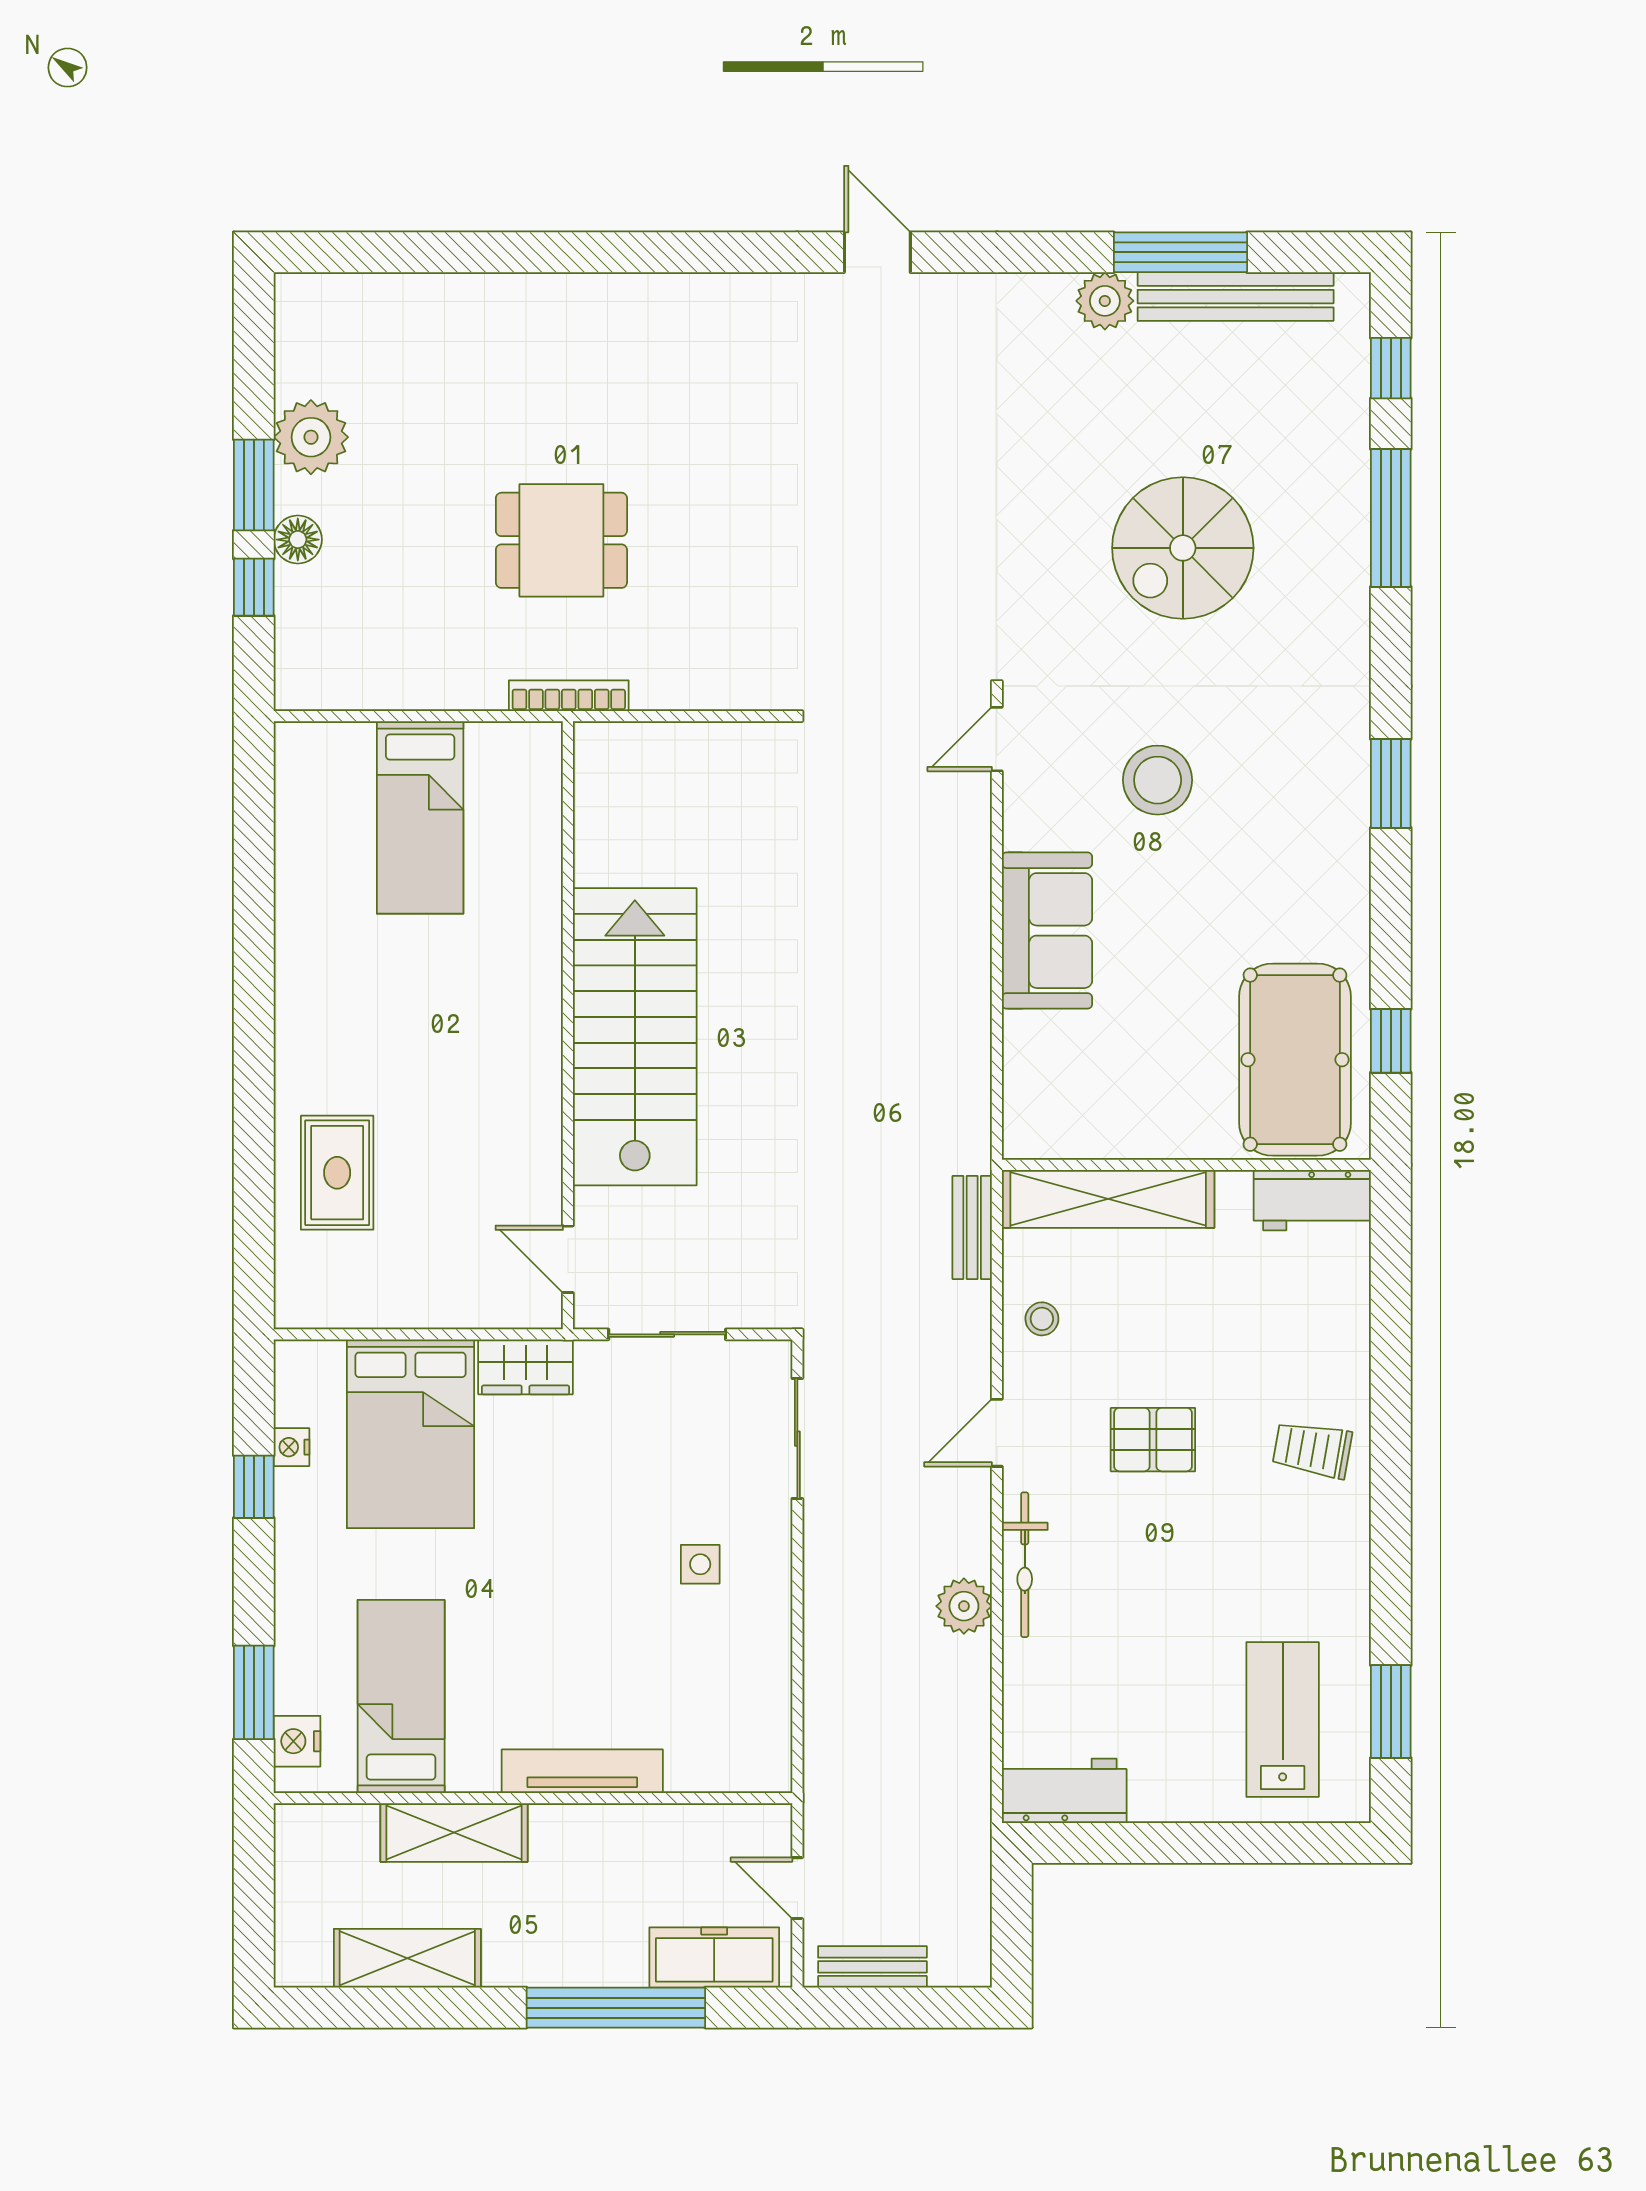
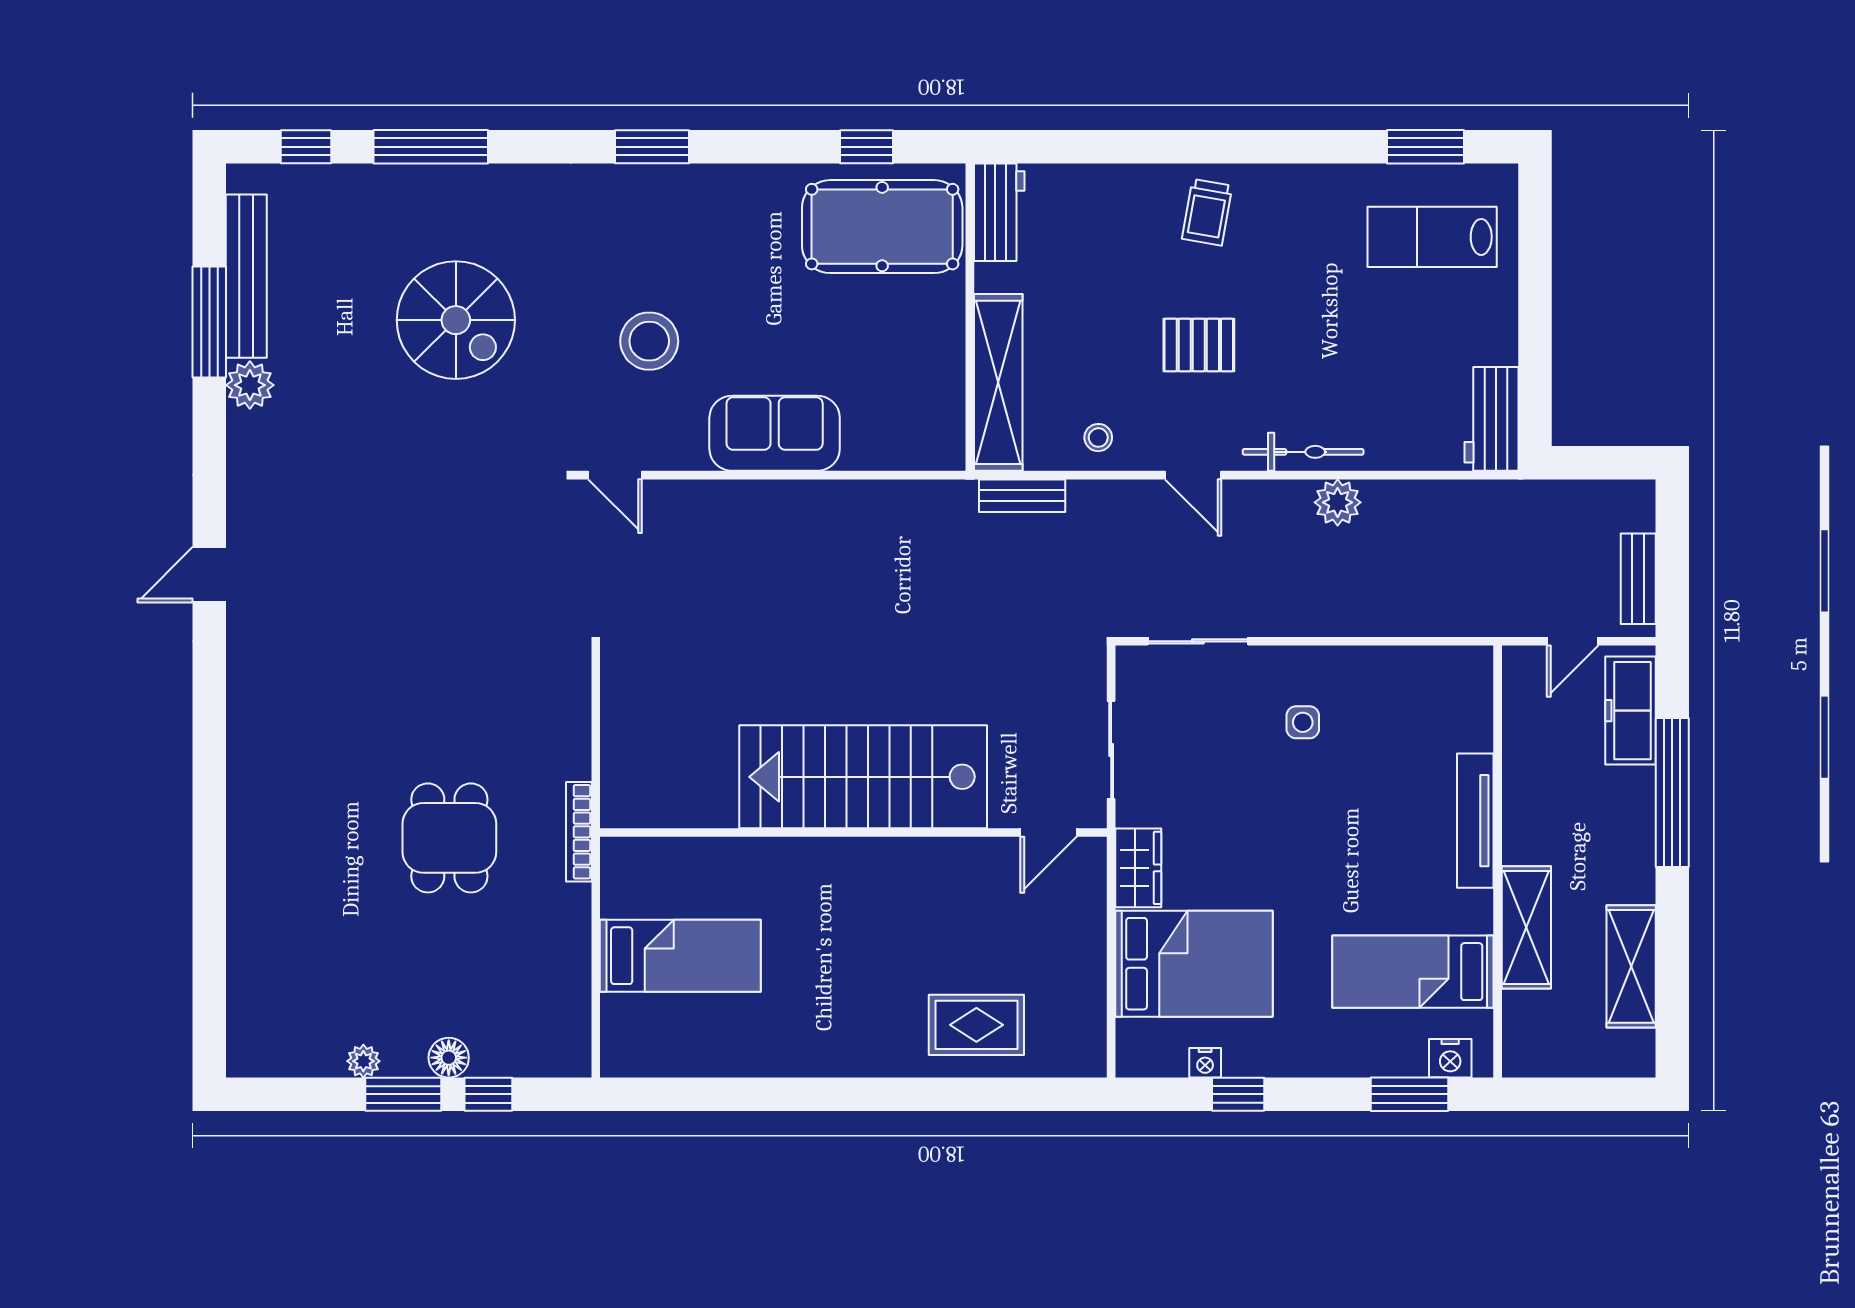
plant: (311, 437) -> (363, 1061), width x0.53, depth x0.53
pallet: (1153, 1440) -> (1199, 345), turned 90

